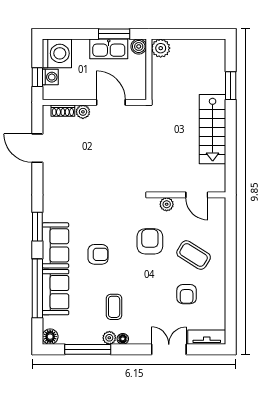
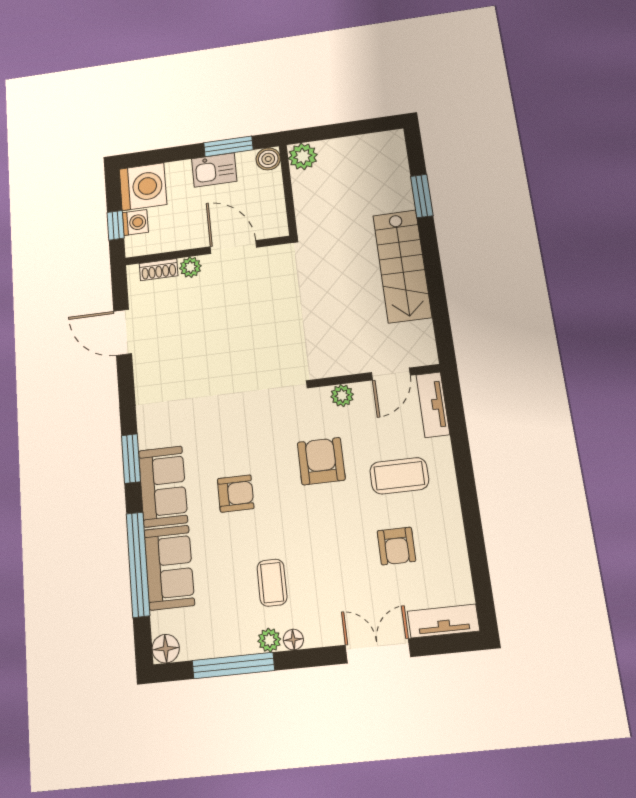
kitchen sink: (109, 49) -> (214, 170), width x0.73
door: (197, 195) -> (391, 374), hinge flipped
tv unit: (219, 216) -> (433, 405), added
coffee table: (194, 255) -> (399, 476), turned -32

